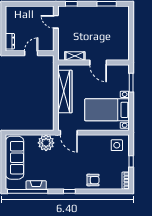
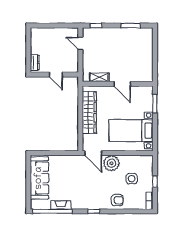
door: (31, 53) -> (56, 75), swing flipped
plant: (46, 143) -> (111, 163), moved
side table: (117, 145) -> (132, 179), moved

